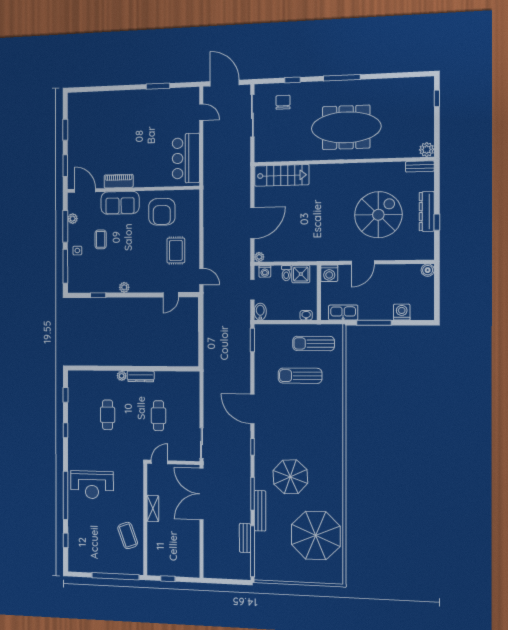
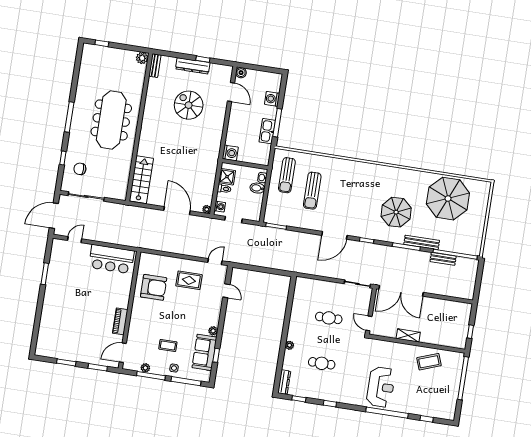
sofa: (120, 203) -> (204, 352), moved, turned 180
spiral stairs: (378, 215) -> (189, 105), width x0.73, depth x0.73
door: (363, 263) -> (231, 92), moved
bidet: (260, 312) -> (257, 188), moved
kitchen sink: (343, 313) -> (267, 131), moved
dresser: (141, 376) -> (284, 382), moved

